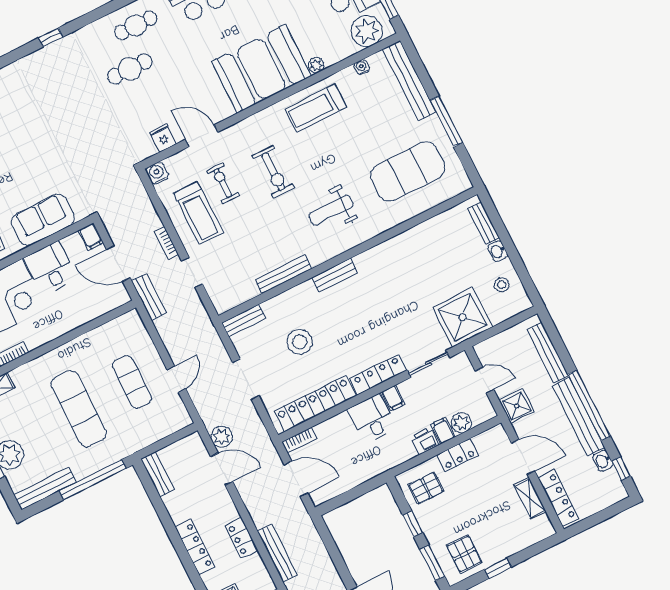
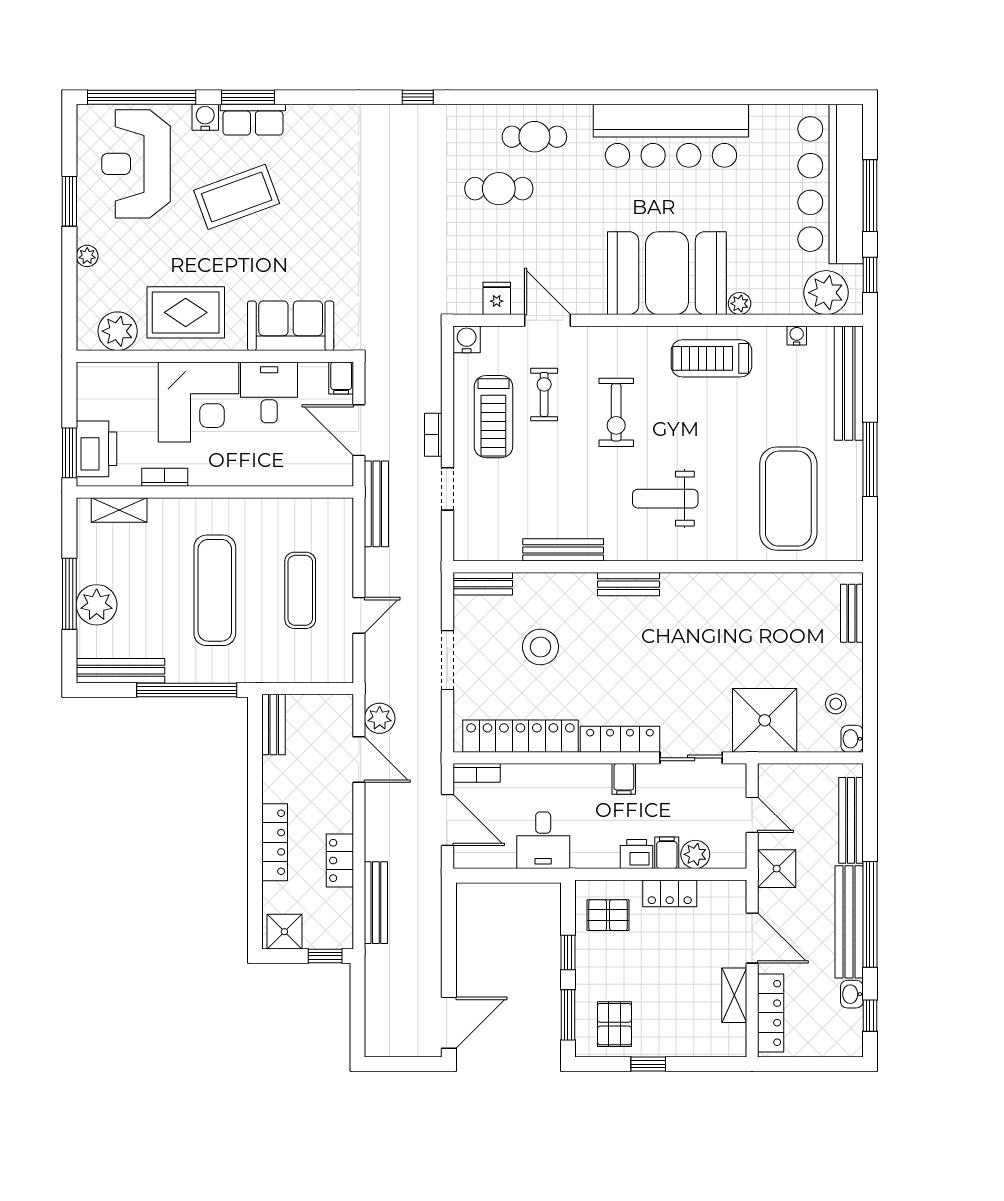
exercise mat: (408, 172) -> (788, 499), turned 90
washbasin: (498, 251) -> (852, 739), moved
bench: (149, 297) -> (376, 504), width x1.36
desk: (372, 419) -> (543, 840), moved, turned 180

